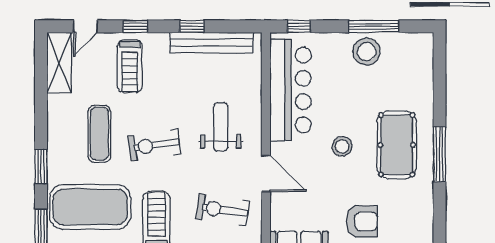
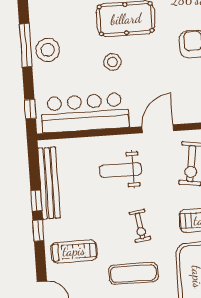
window: (136, 26) -> (38, 231), moved
exercise bike: (154, 145) -> (140, 226), width x0.73, depth x0.72
stool: (342, 146) -> (112, 62), moved

